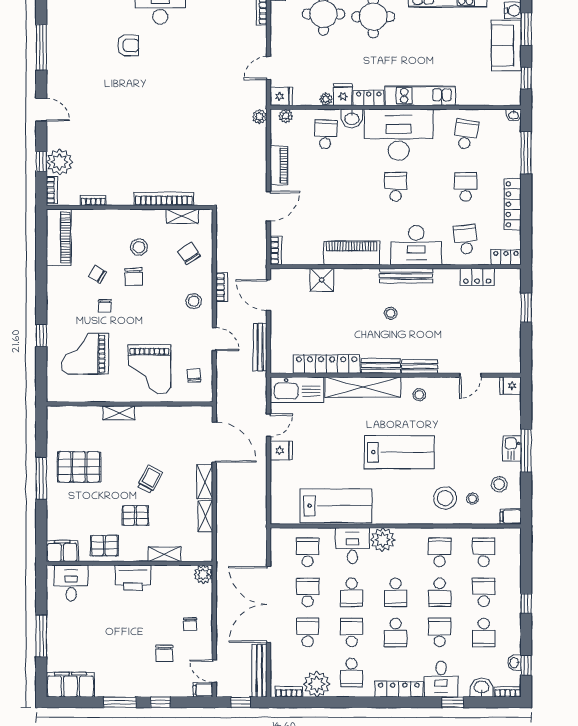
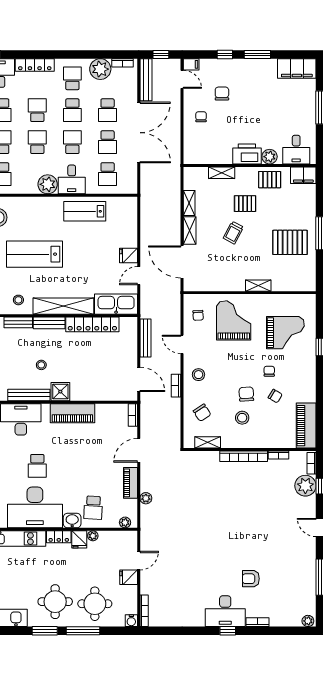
fridge: (281, 96) -> (129, 577), moved
plant: (260, 117) -> (146, 498), moved
bookcase: (164, 199) -> (244, 456), moved
shower: (322, 280) -> (60, 392), moved
lab bench: (336, 506) -> (85, 211), width x0.73, depth x0.72
plant: (203, 574) -> (270, 157), moved

